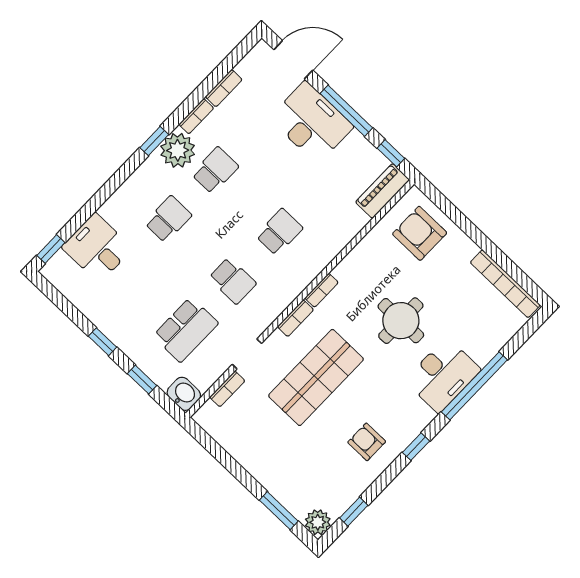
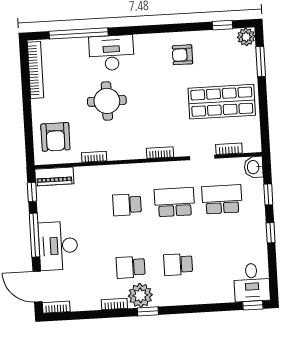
bookcase: (224, 88) -> (56, 307), moved
desk: (97, 248) -> (252, 282), moved
school desk: (232, 281) -> (174, 202), width x1.85
bookcase: (322, 290) -> (94, 157), moved
shop shelf: (316, 377) -> (222, 102), moved
window: (474, 386) -> (79, 33), moved
armchair: (367, 442) -> (182, 55), turned 90
window: (416, 447) -> (159, 29), removed

